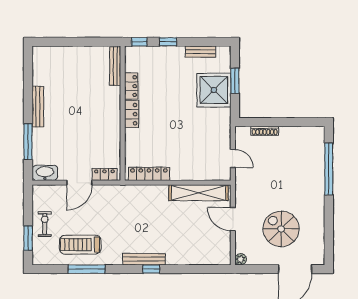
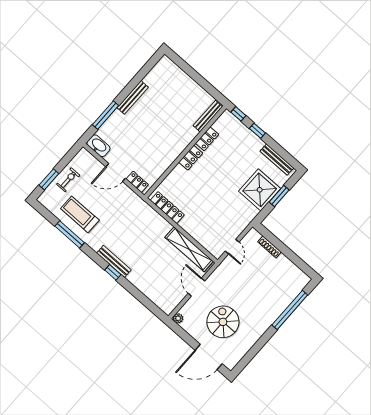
bench: (200, 52) -> (277, 160), width x1.36

